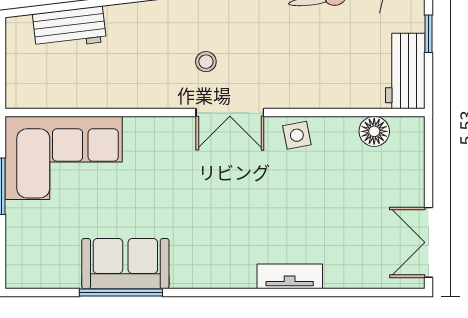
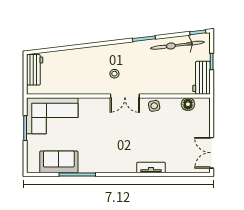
workbench: (69, 28) -> (35, 70), moved, turned -83
sofa: (125, 264) -> (59, 162), moved

